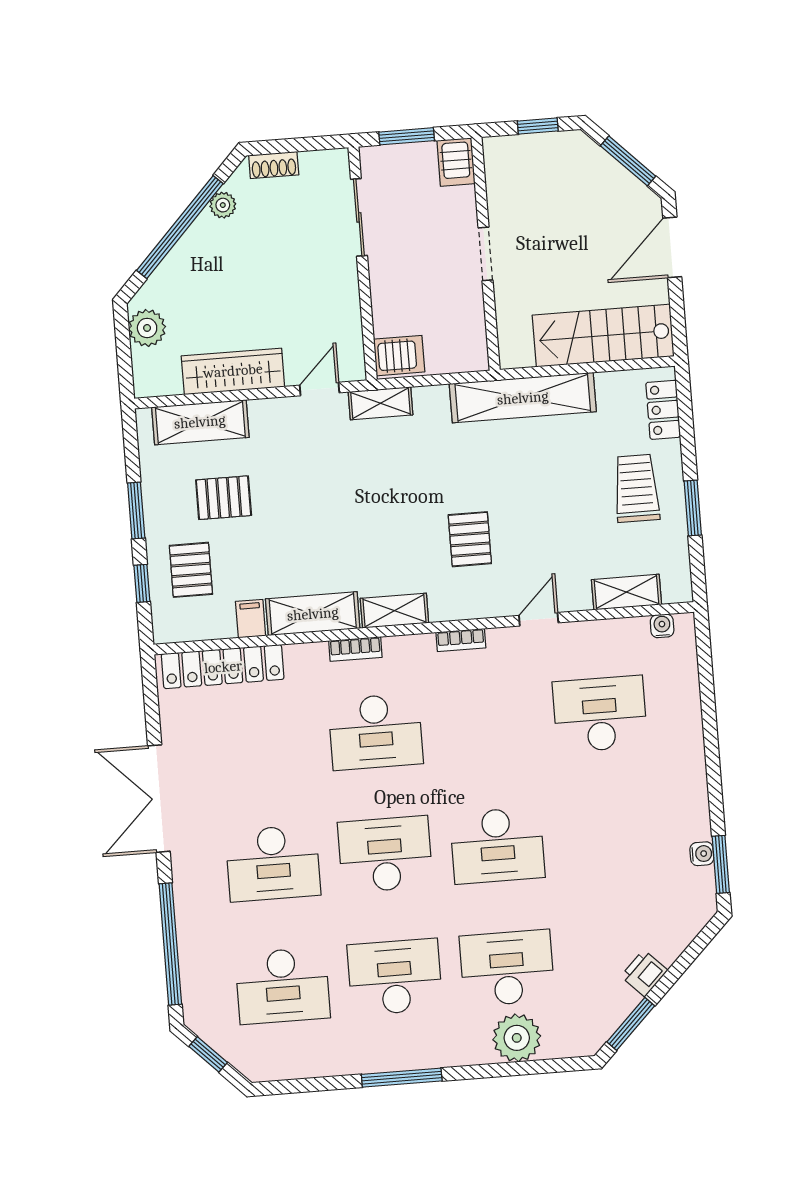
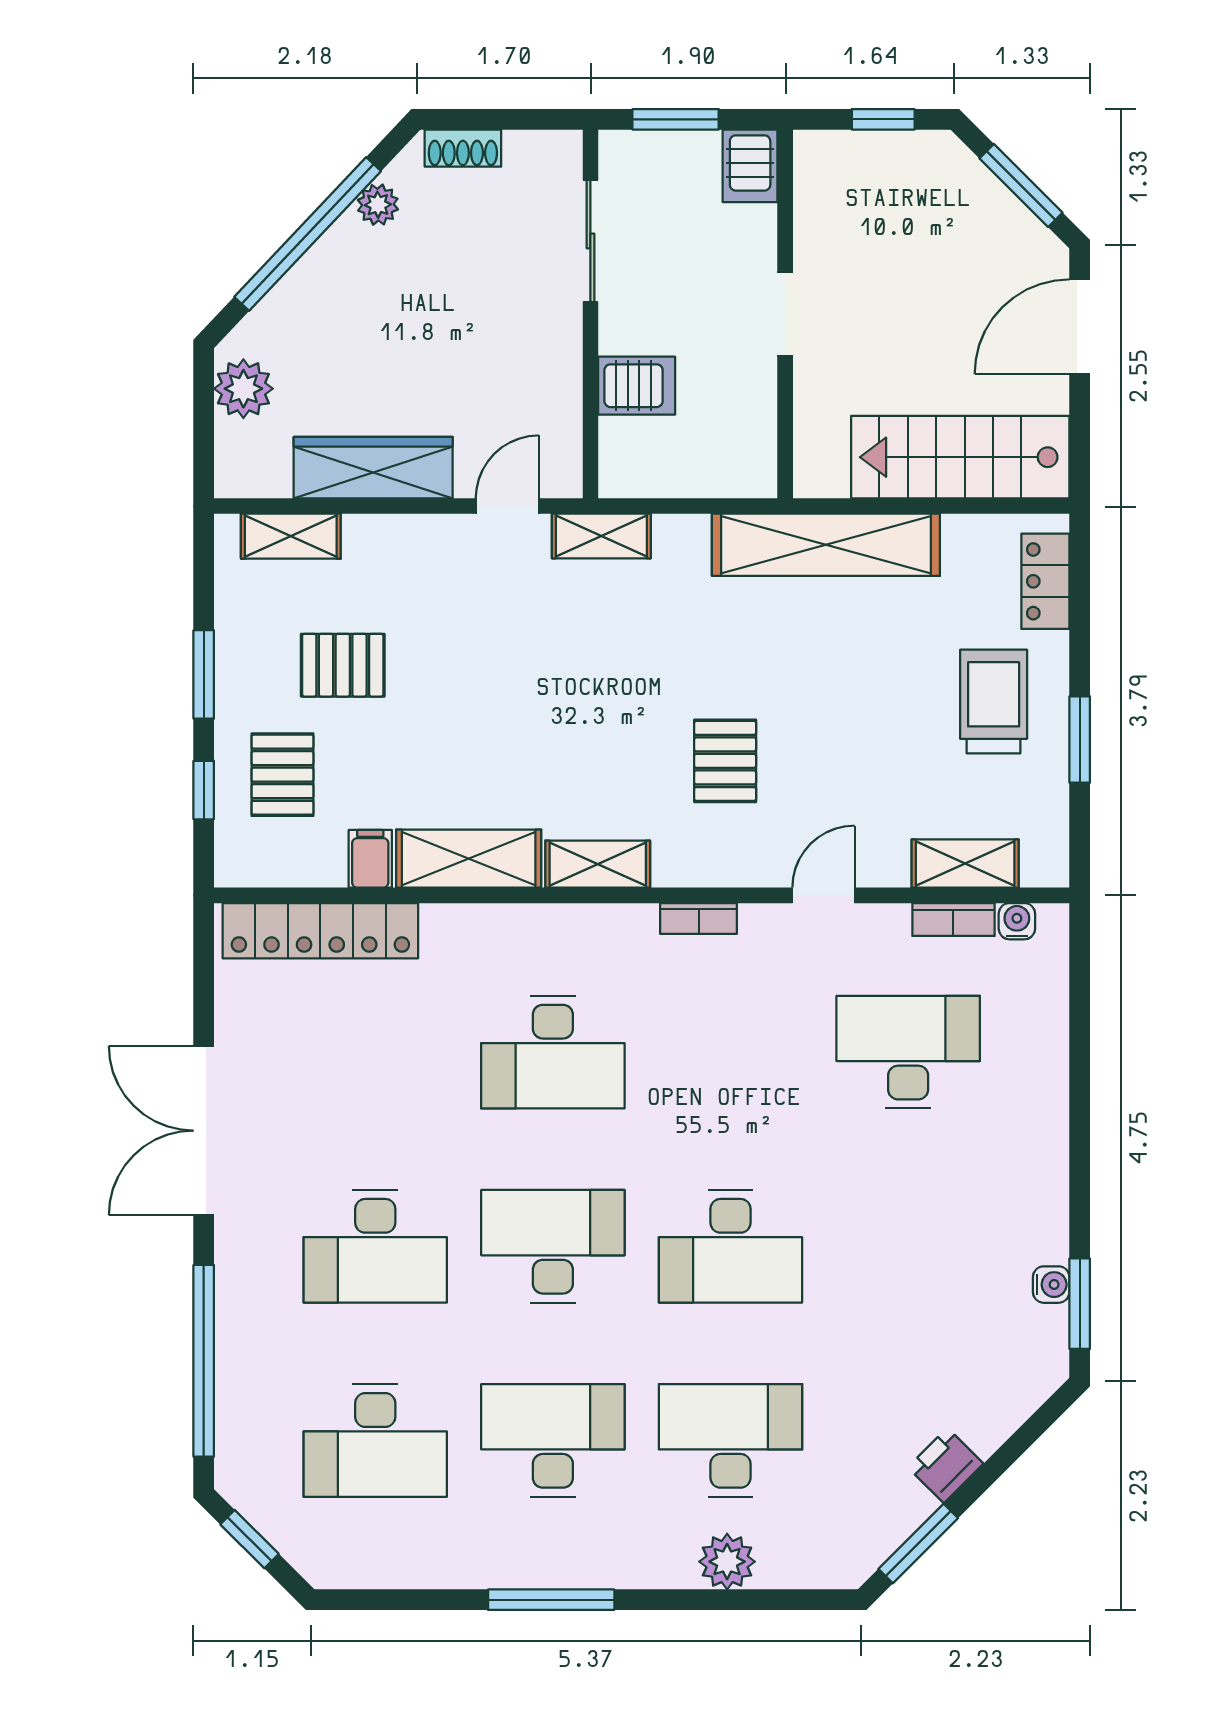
server rack: (399, 356) -> (637, 386), moved
shelving: (200, 422) -> (291, 536), width x0.67, depth x0.75
bookcase: (355, 649) -> (953, 919), moved
plant: (517, 1038) -> (727, 1562), width x0.73, depth x0.73

